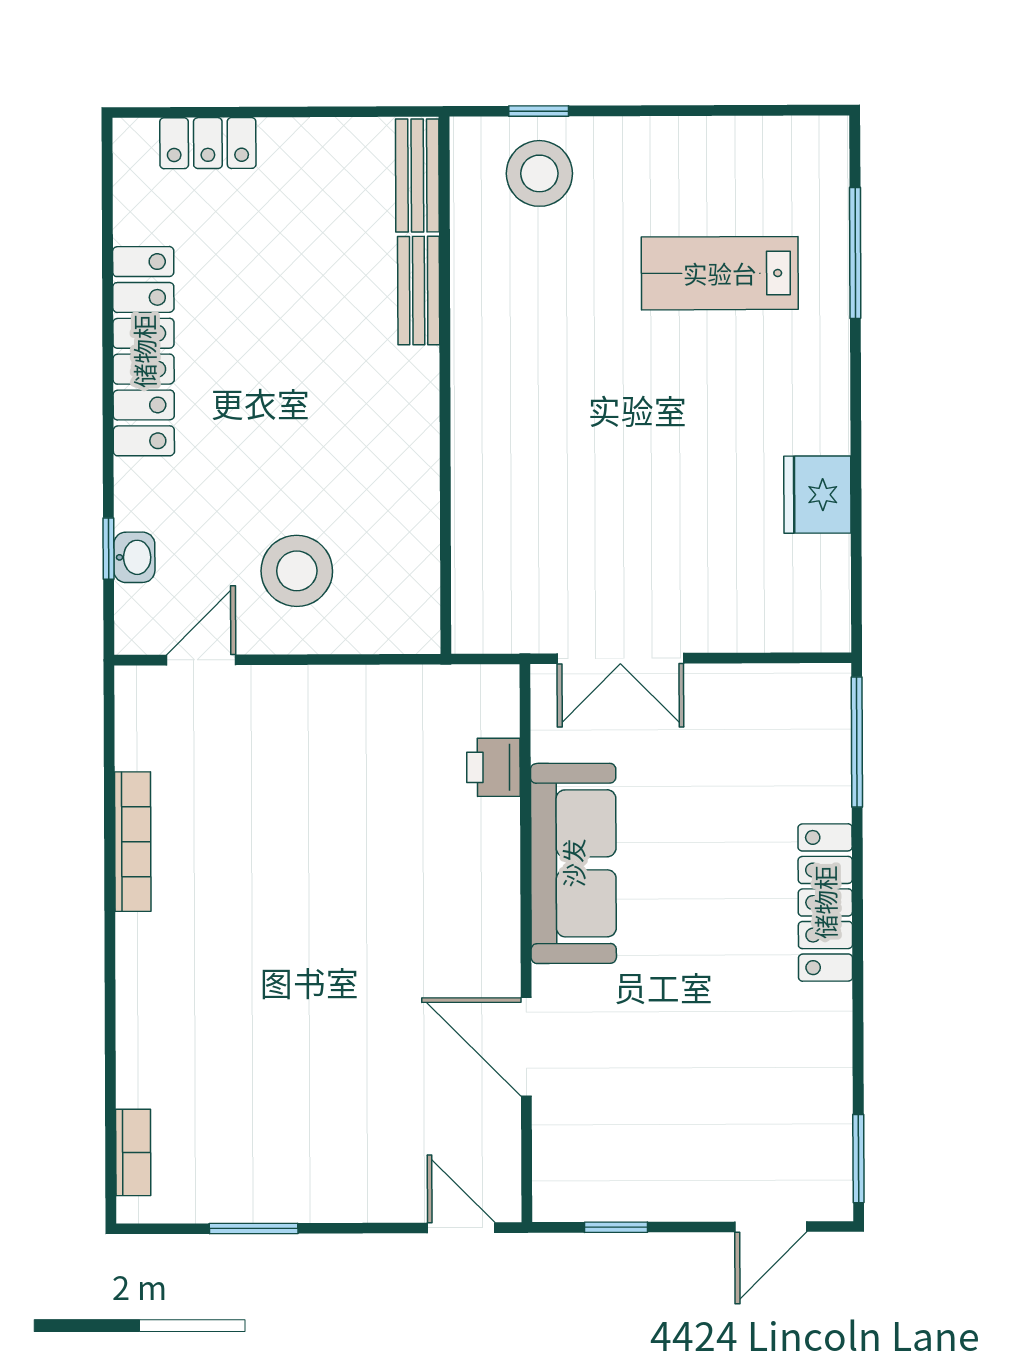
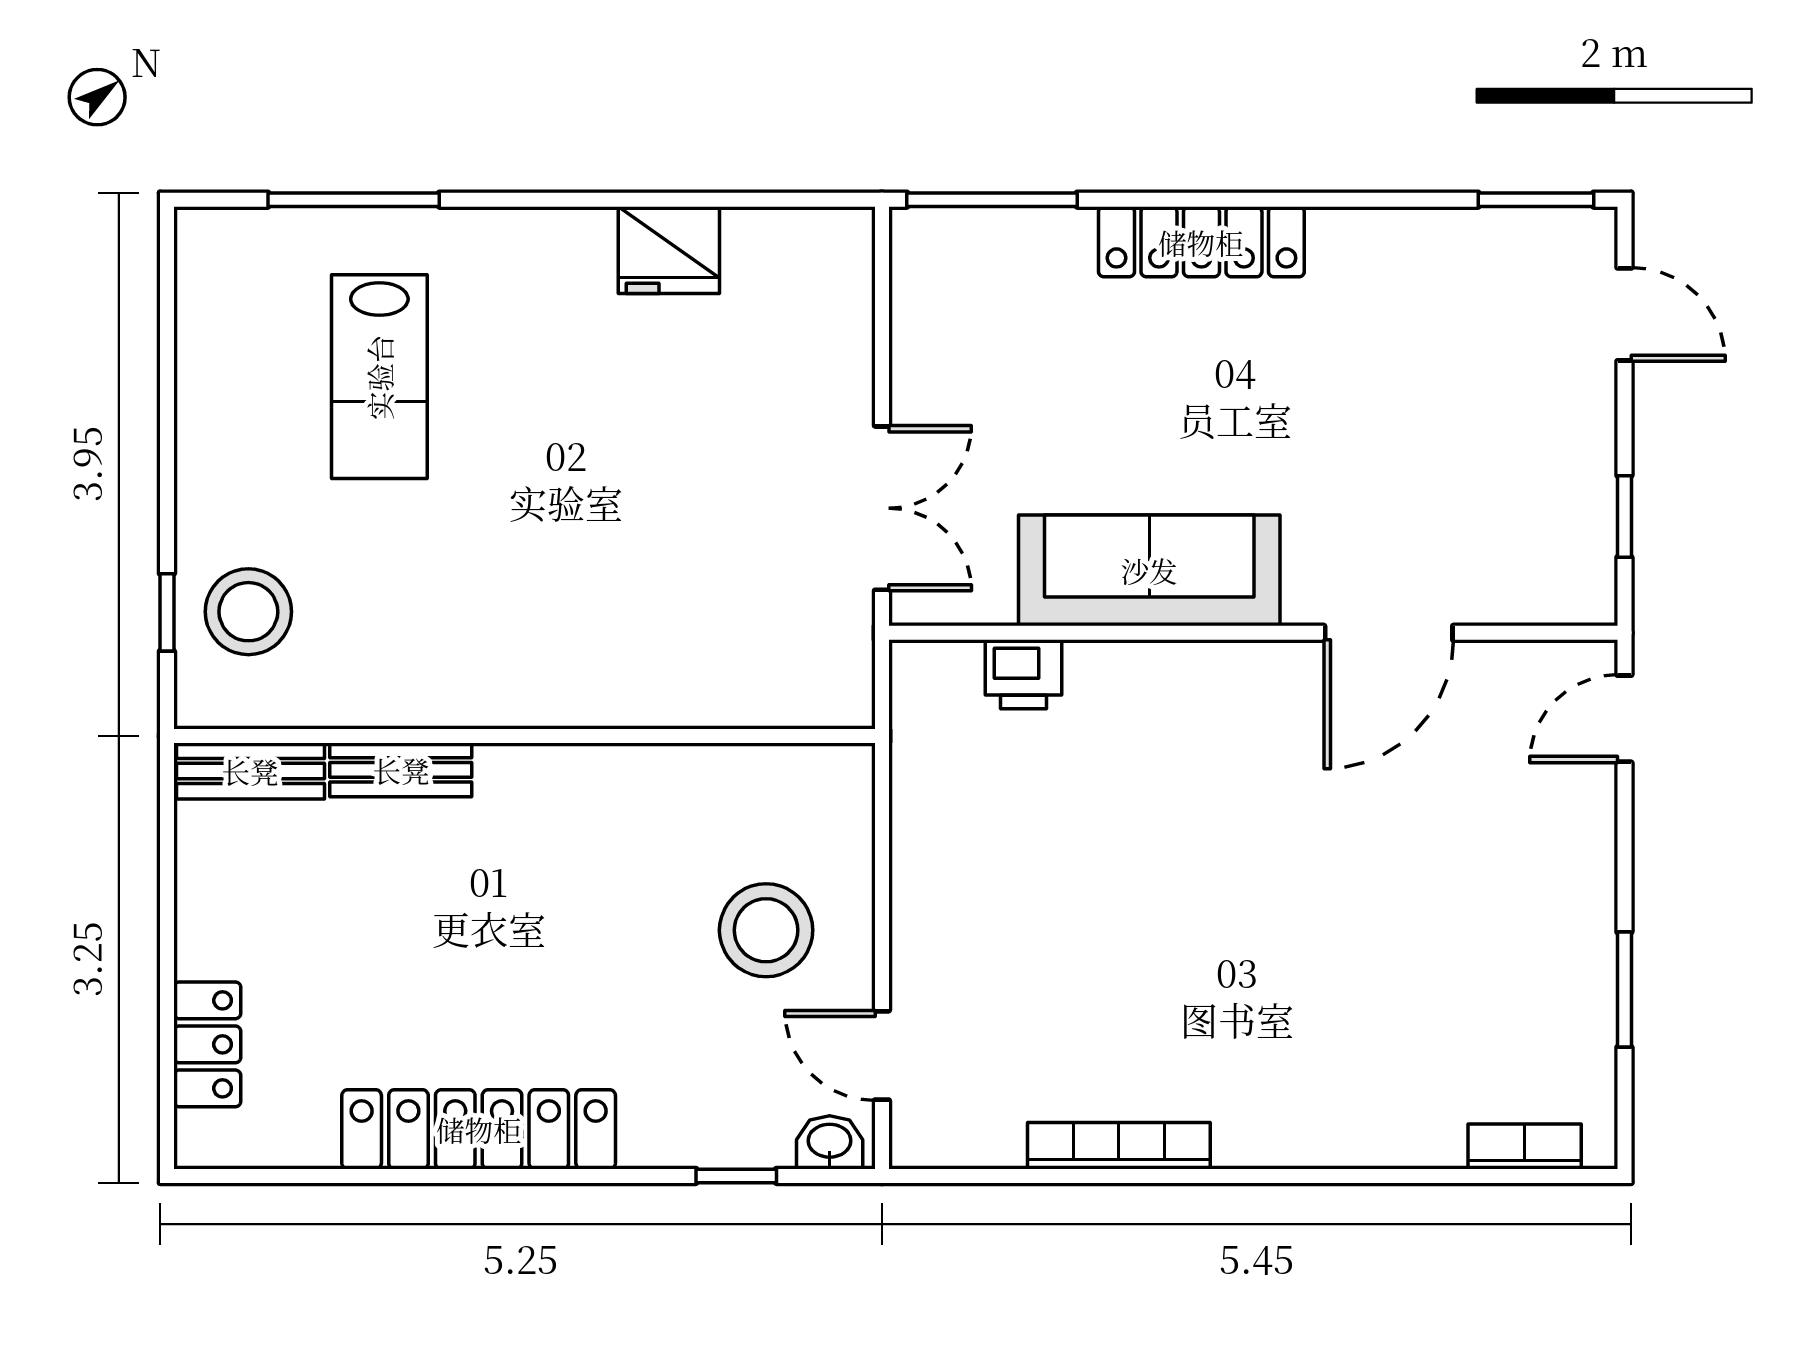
washbasin: (134, 557) -> (830, 1142), moved

